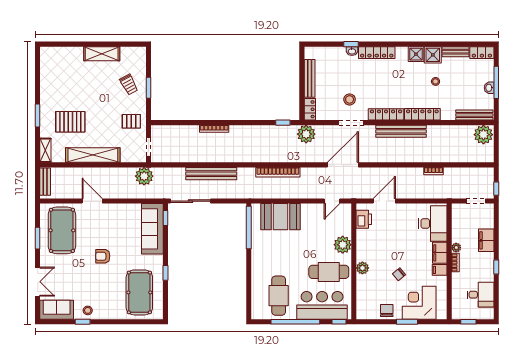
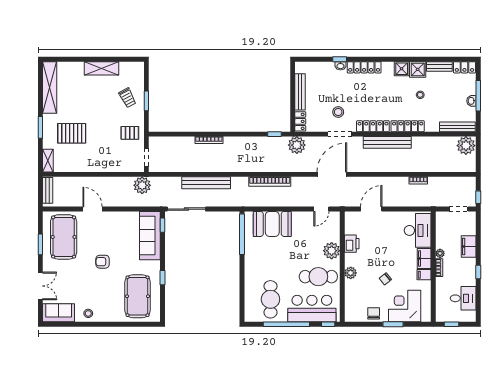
shelving: (93, 155) -> (50, 87), moved, turned 90
printer: (364, 219) -> (352, 244), moved
window: (83, 322) -> (83, 324), removed

